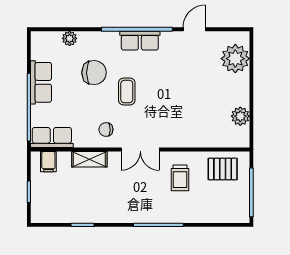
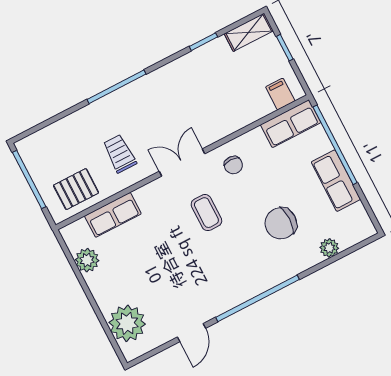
row of seats: (140, 41) -> (113, 215), moved, turned 180
coffee table: (127, 92) -> (206, 213), moved
chair: (106, 130) -> (233, 165), turned 90
shelving: (89, 159) -> (249, 32), moved

